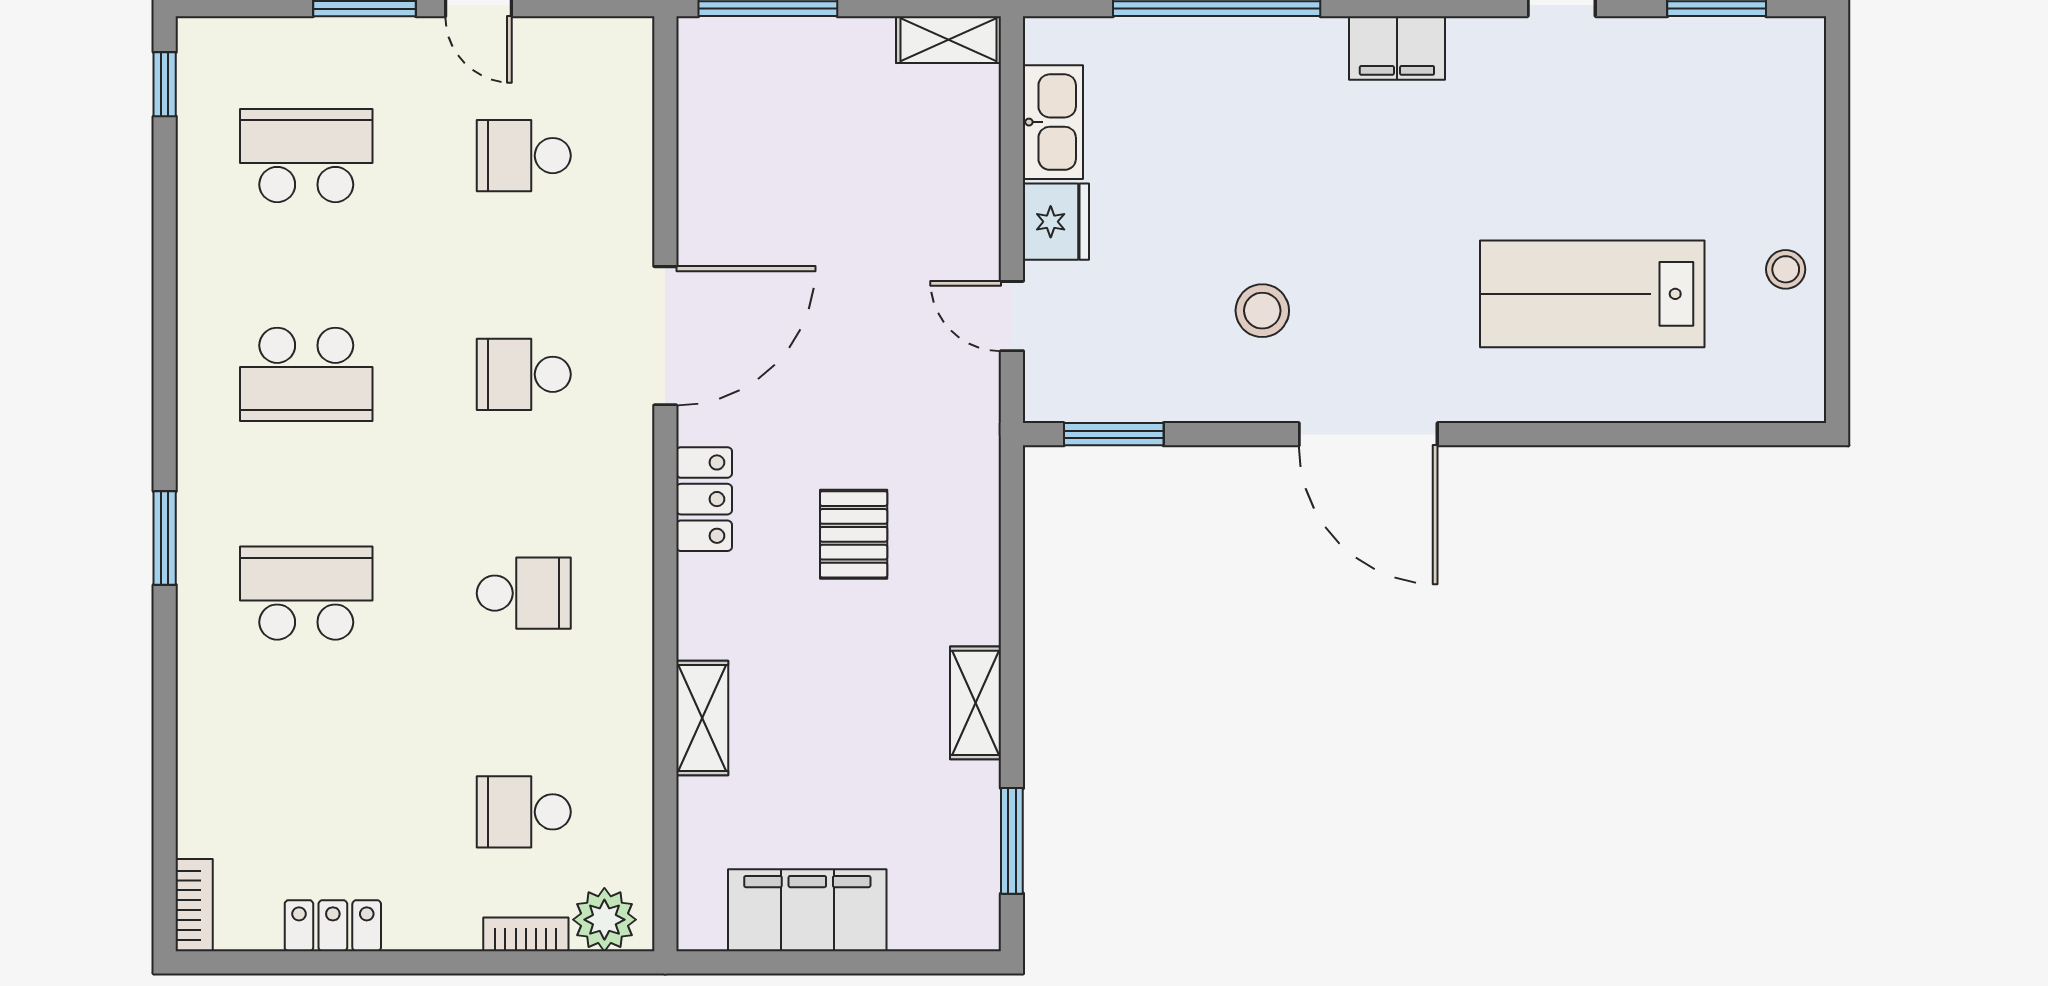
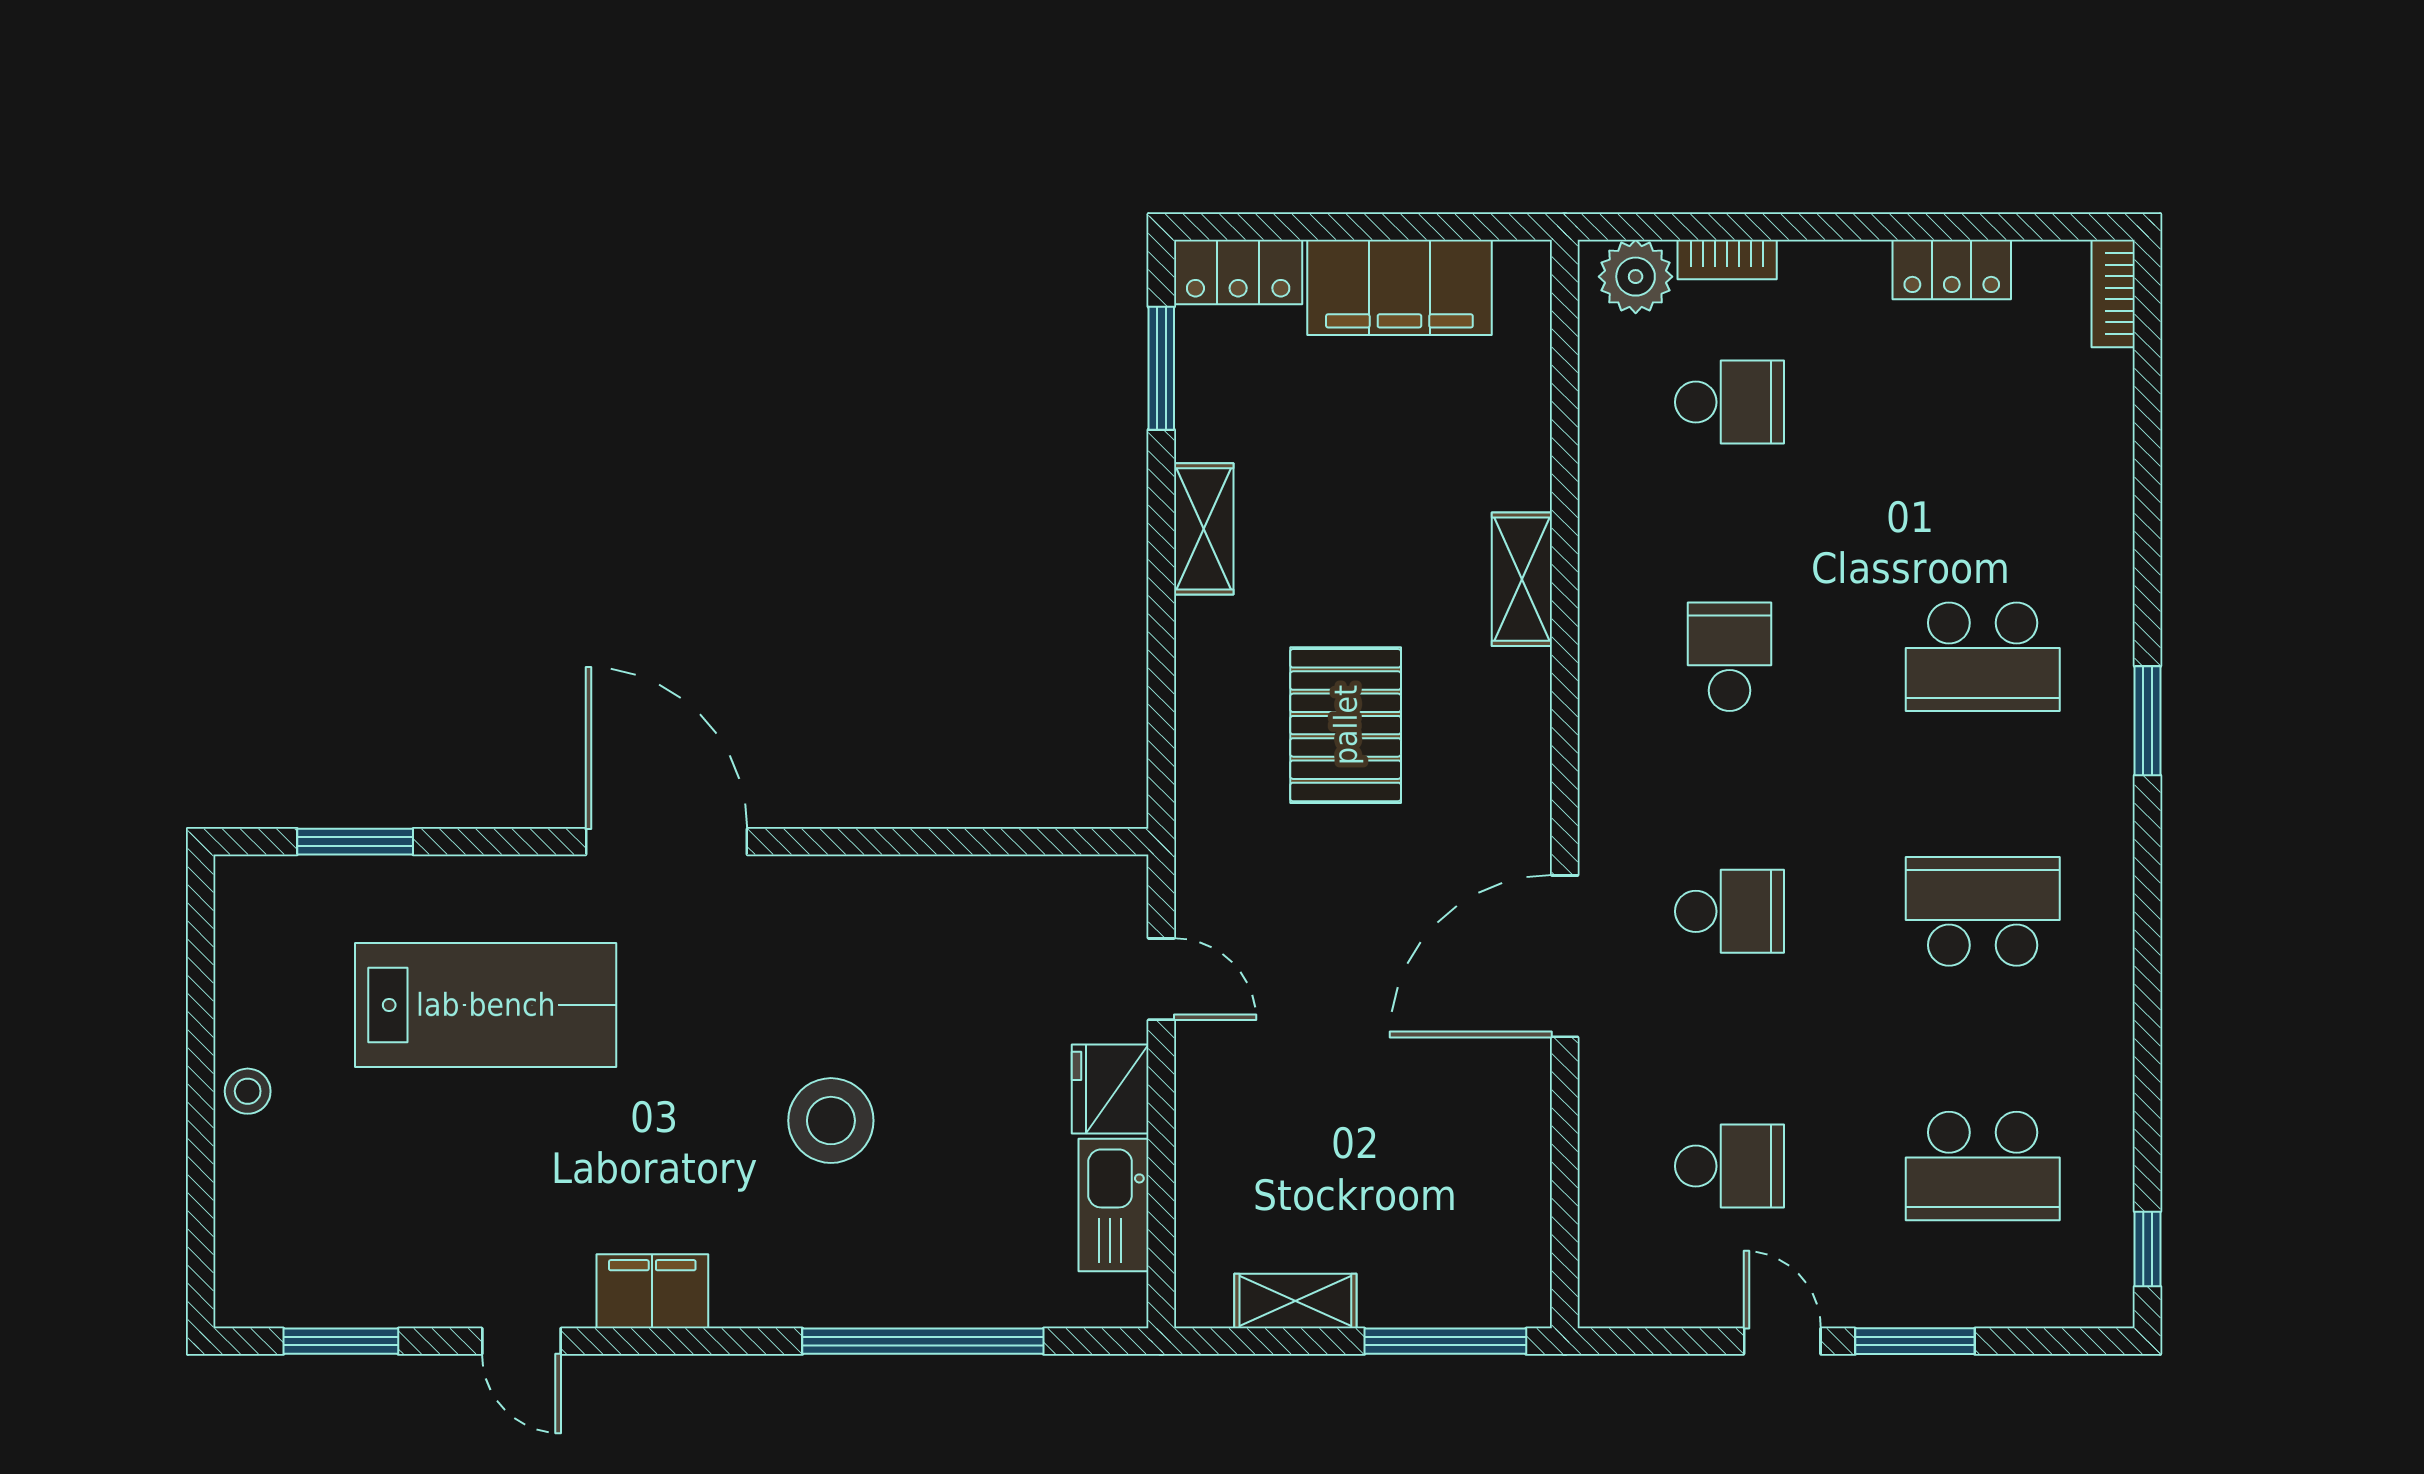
shelving: (949, 40) -> (1295, 1301), moved
filing cabinet: (1397, 48) -> (652, 1291), moved
stool: (1786, 269) -> (248, 1091), moved
stool: (1262, 311) -> (831, 1121), moved, width x1.38, depth x1.38
window: (1114, 434) -> (355, 842), moved
door: (1368, 434) -> (666, 842), moved
locker: (704, 499) -> (1238, 272), moved, turned -90
pallet: (854, 534) -> (1346, 725), width x1.50, depth x1.42
school desk: (524, 593) -> (1730, 657), turned 90
shelving: (702, 718) -> (1522, 579), moved

